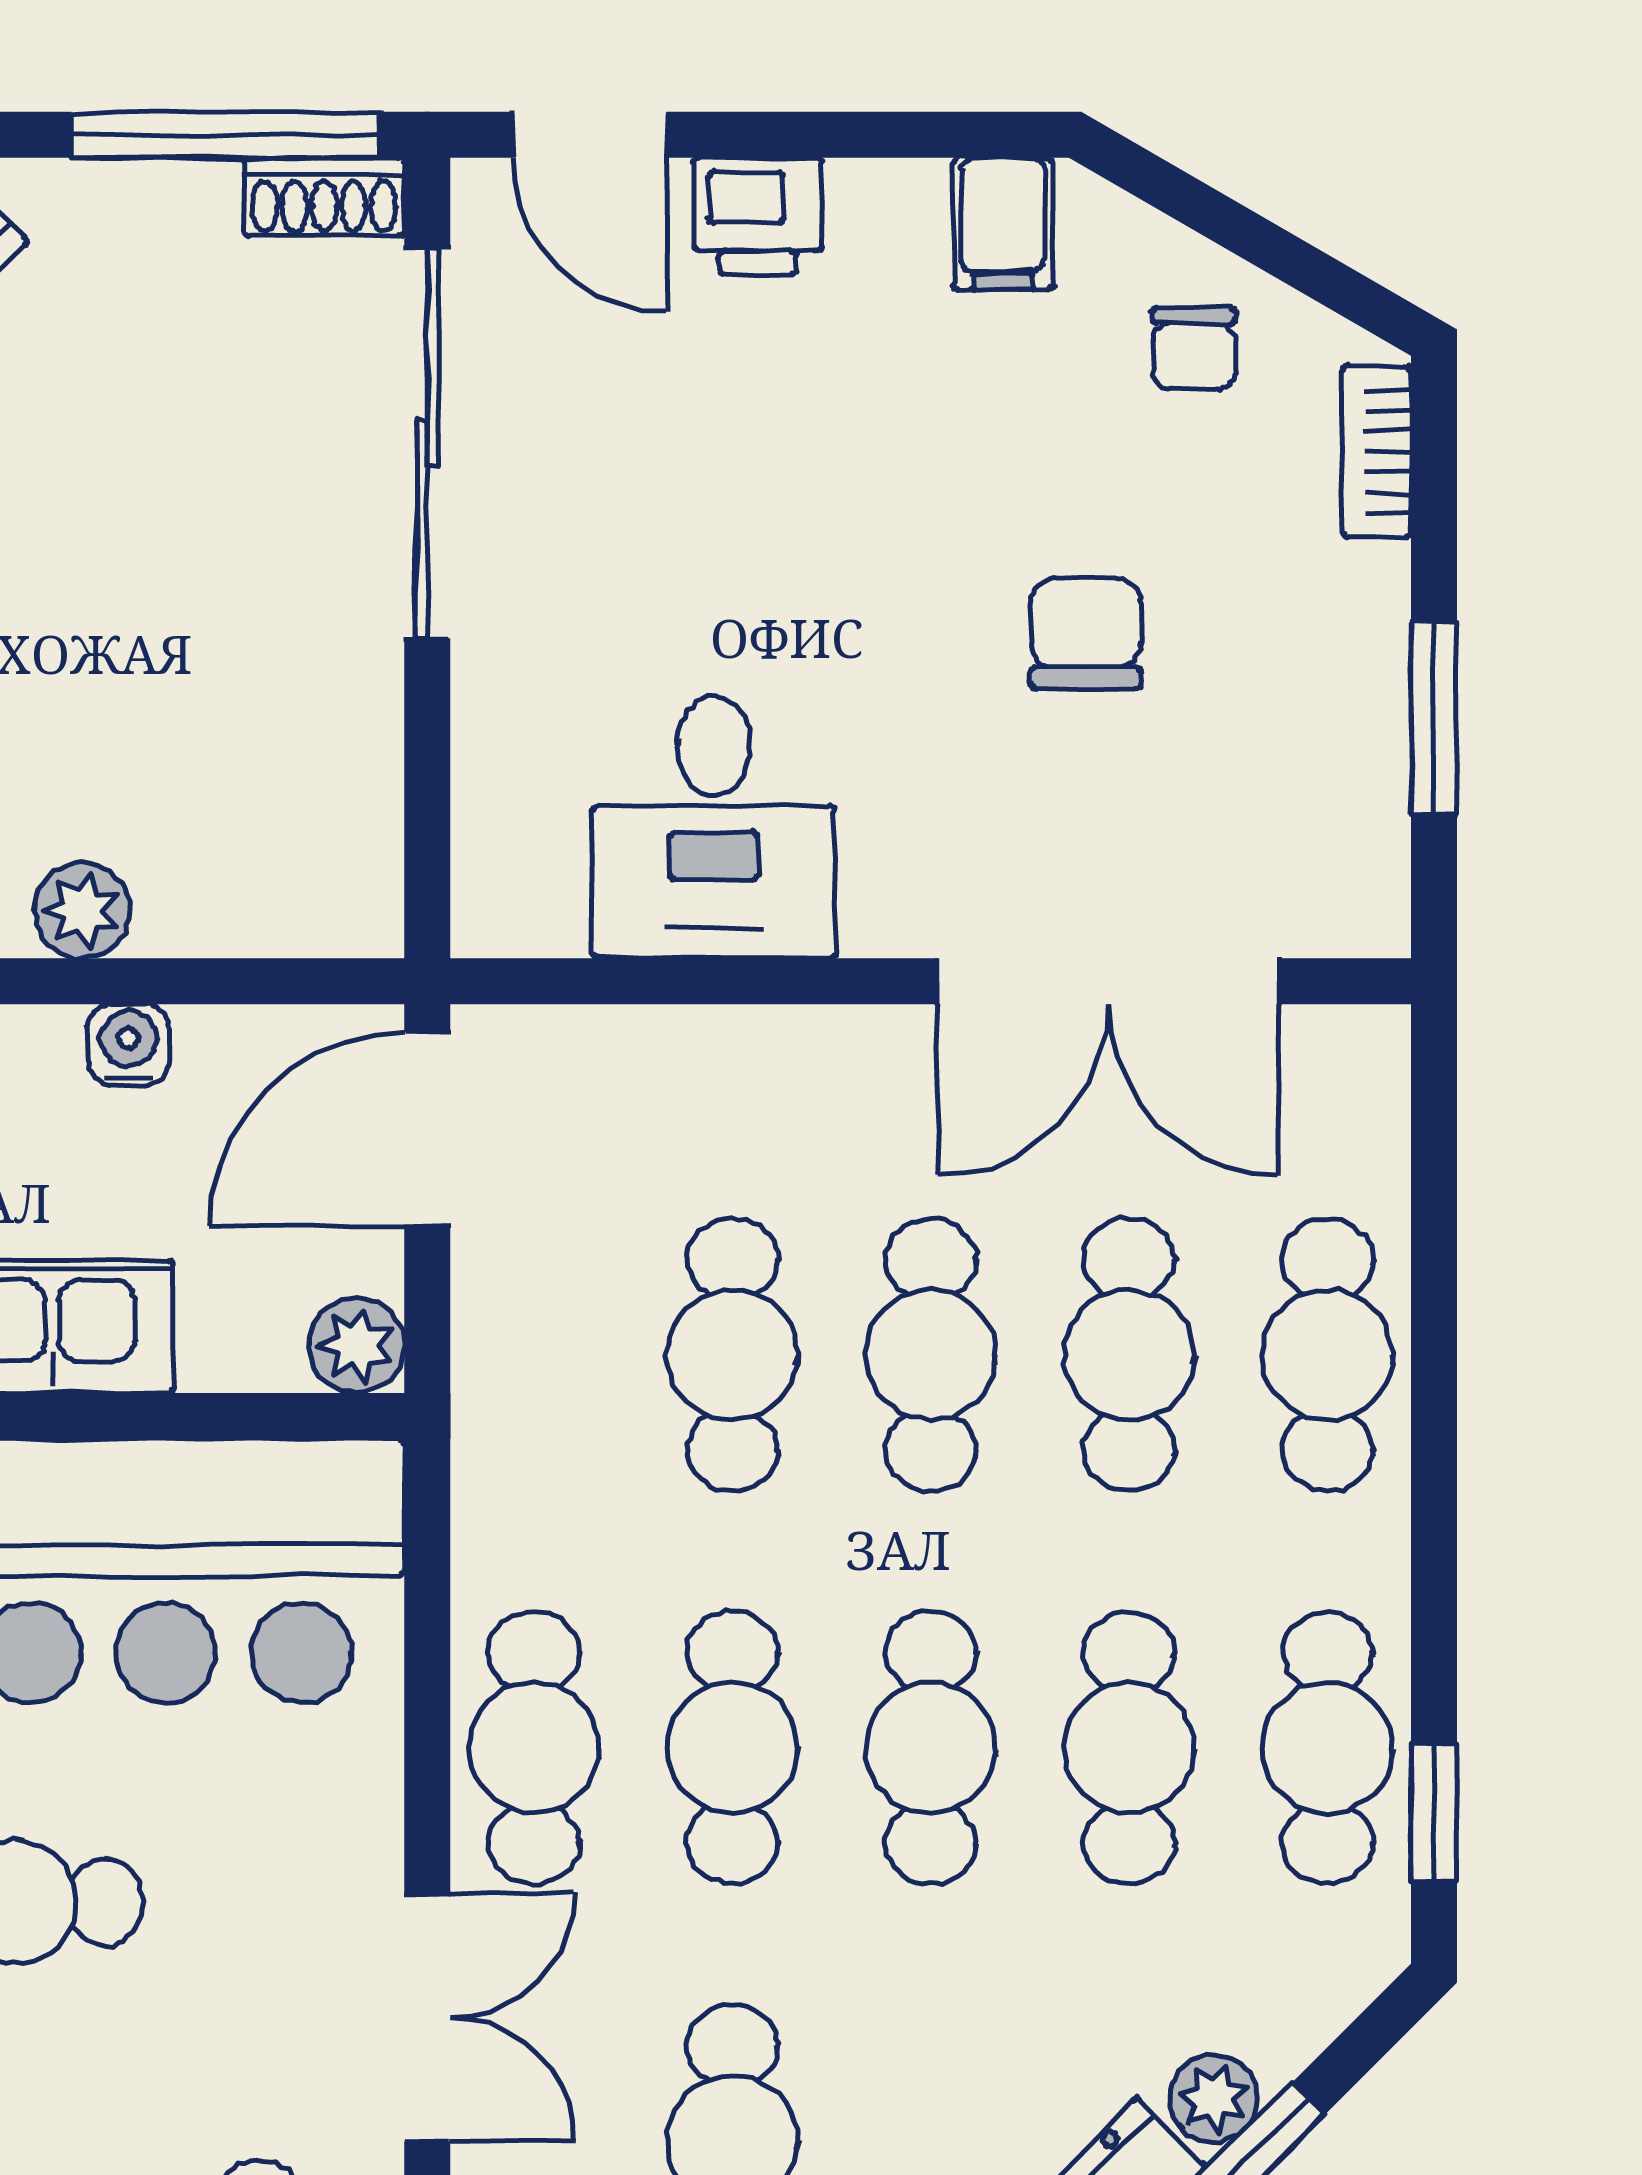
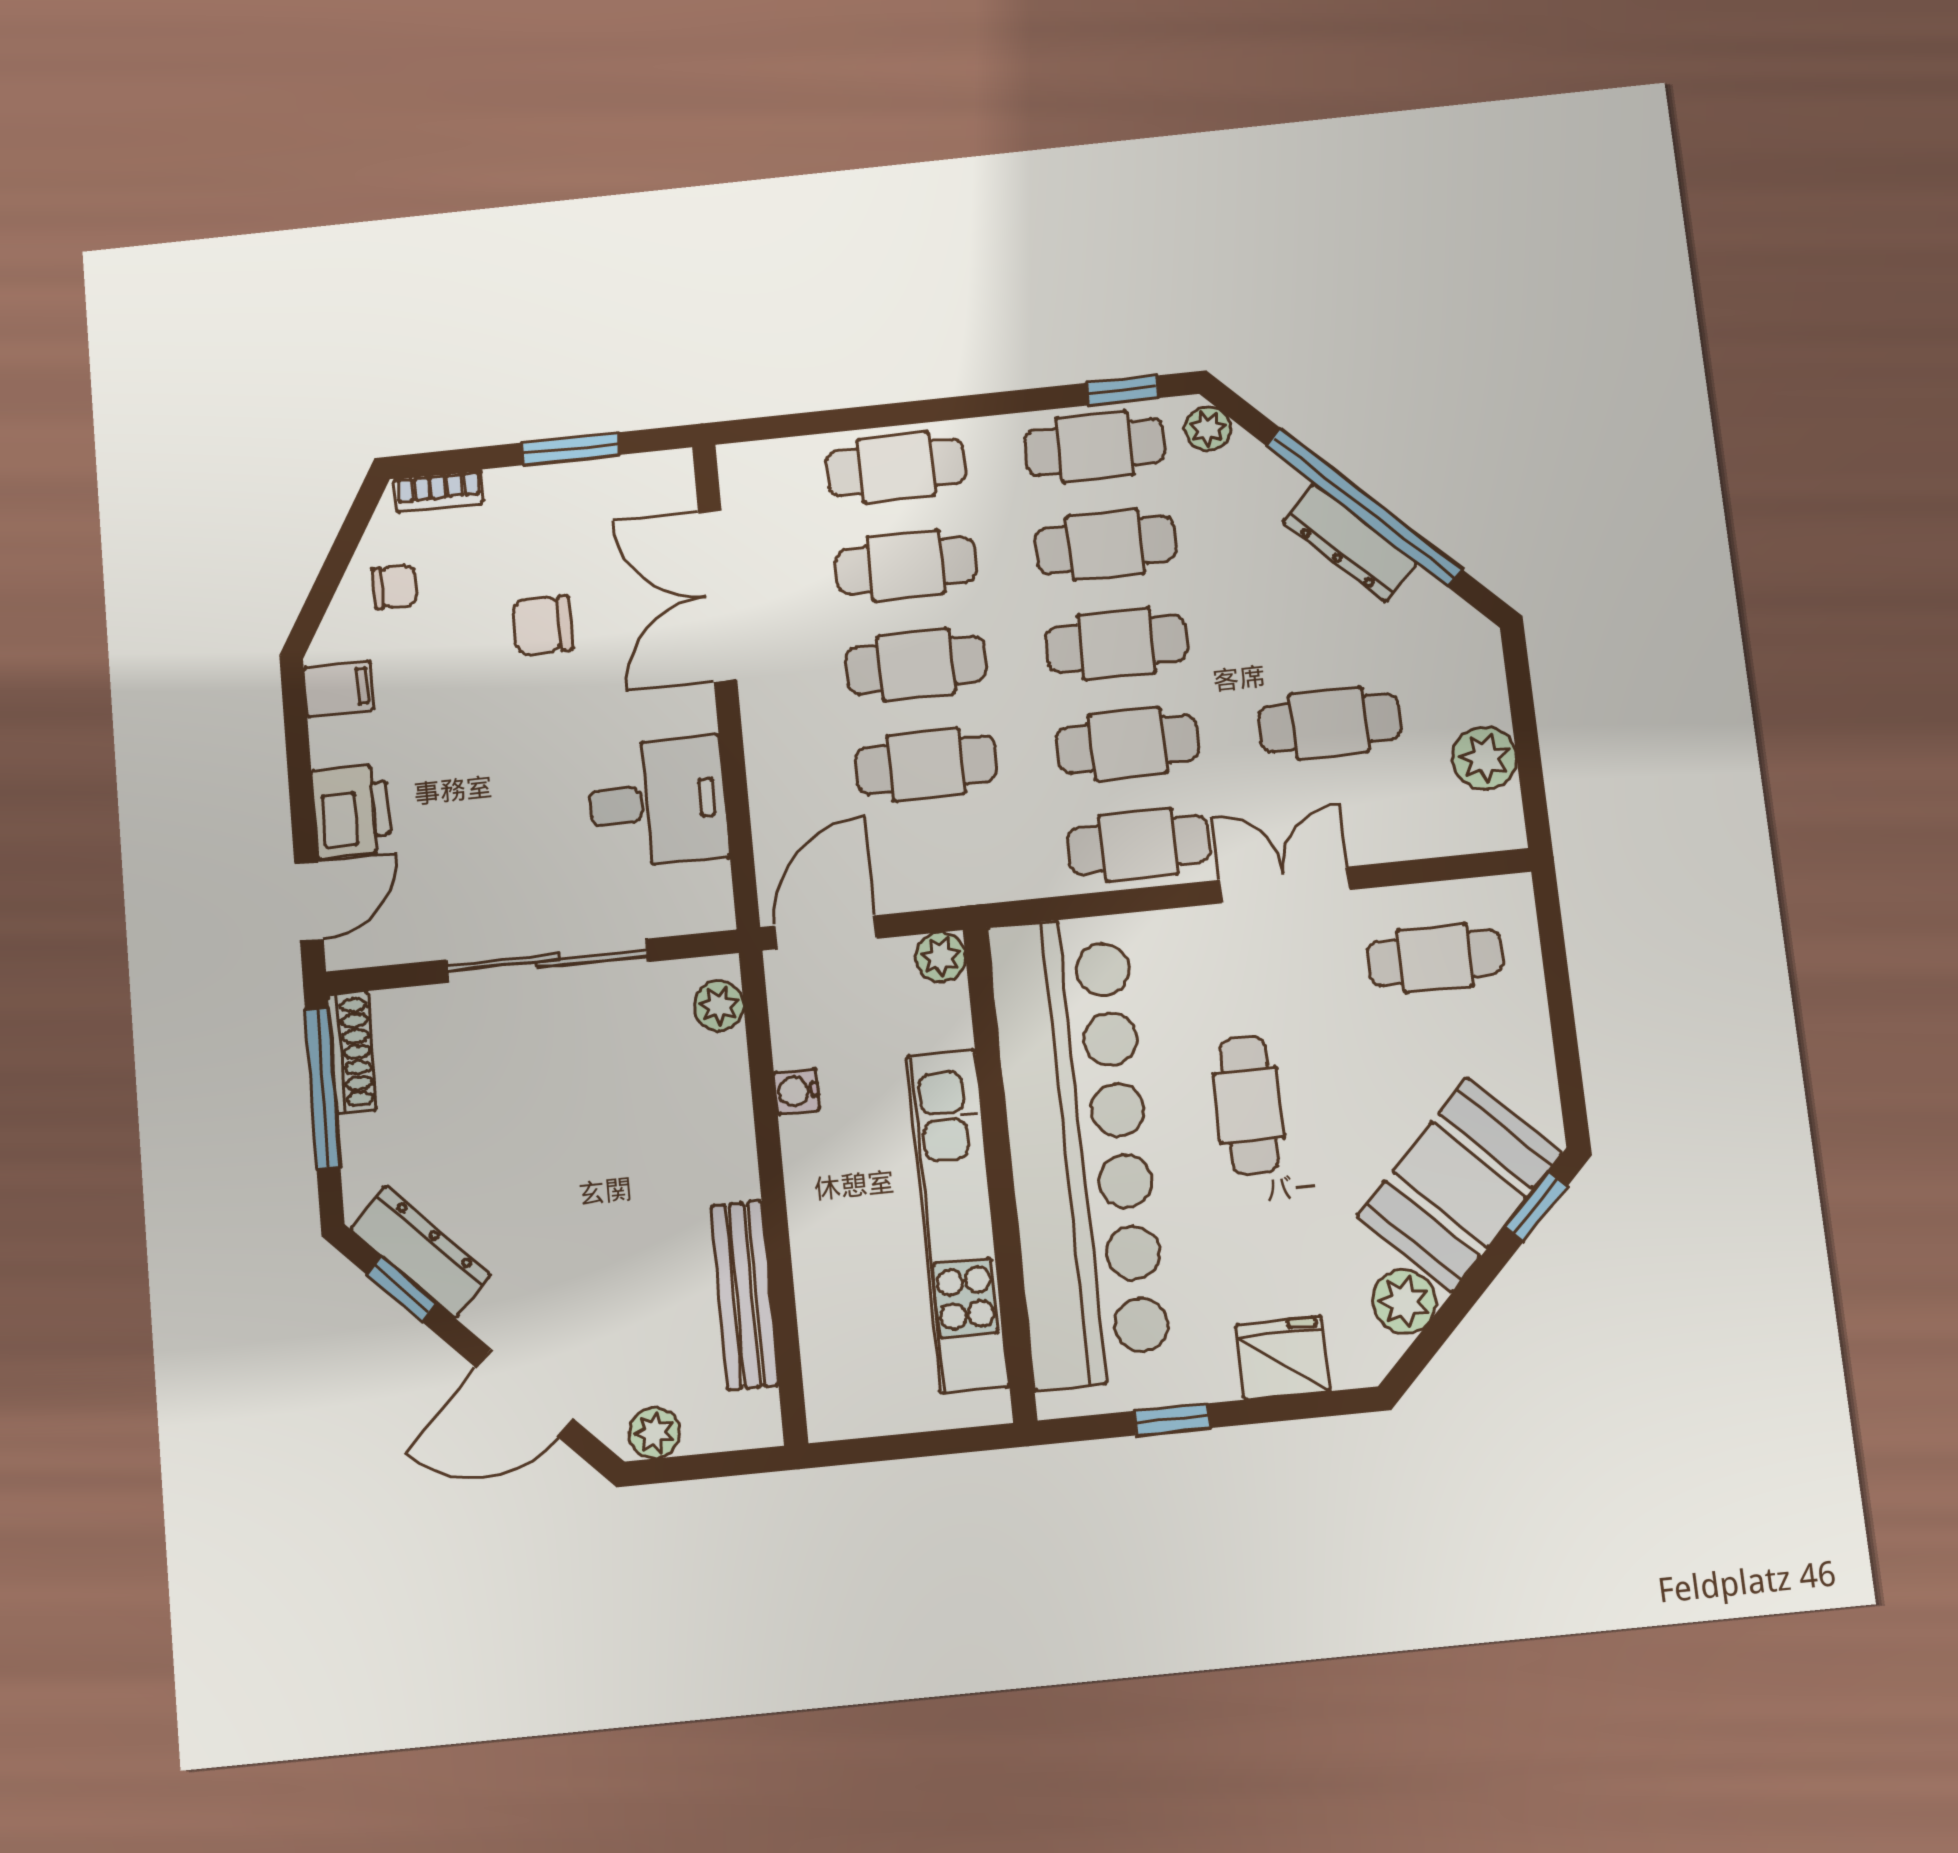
shoe rack: (324, 197) -> (352, 1052), width x1.43
printer: (758, 216) -> (351, 811), width x1.36, depth x1.24
sliding door: (427, 443) -> (547, 961), moved
plant: (82, 911) -> (719, 1006), moved
double door: (1108, 981) -> (718, 596), swing flipped
door: (427, 1129) -> (826, 932), swing flipped
plant: (1214, 2098) -> (1208, 429), moved

